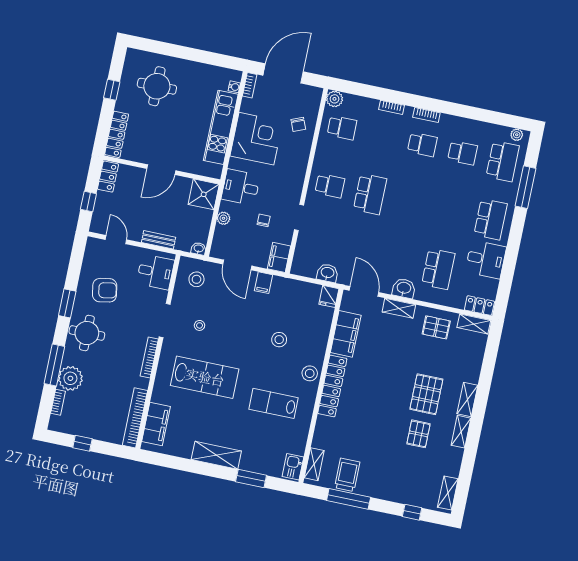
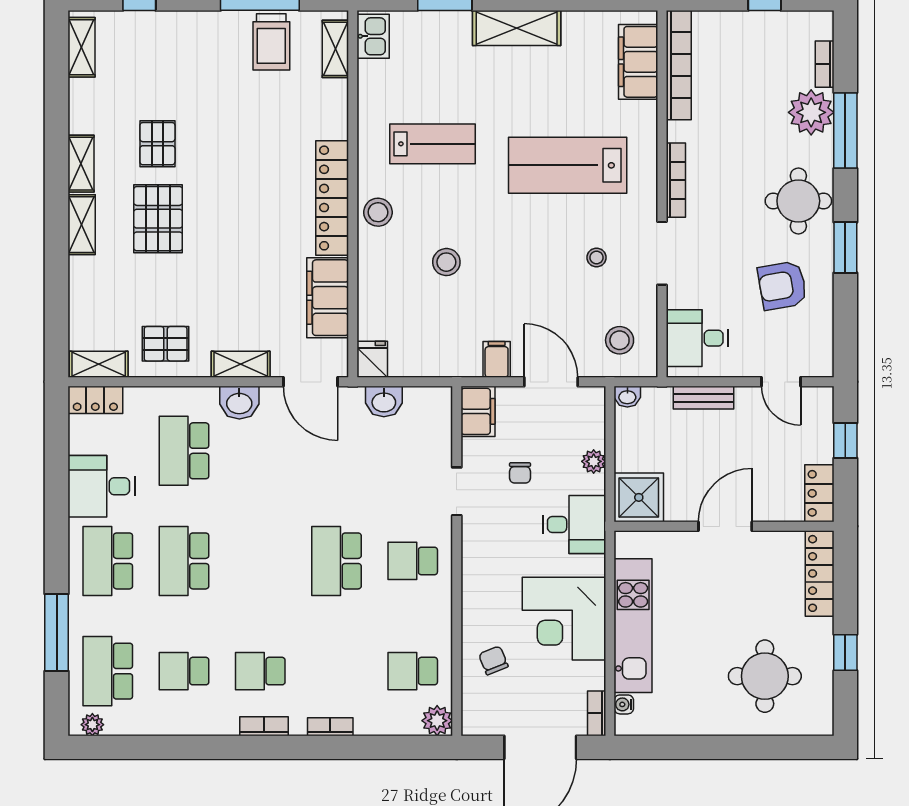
school desk: (450, 211) -> (184, 561), added

